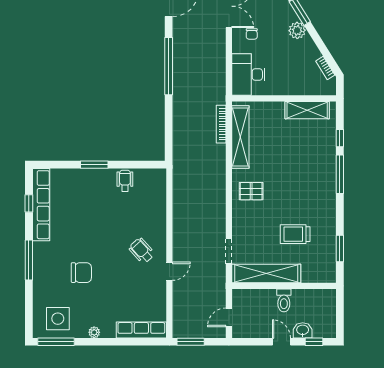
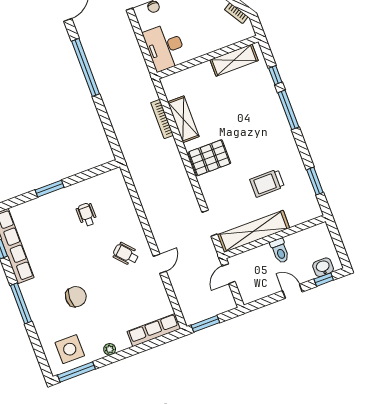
bookcase: (221, 124) -> (162, 119), moved
shelving: (240, 137) -> (183, 119), width x0.68
wheelchair: (125, 181) -> (87, 215), moved
pallet: (251, 191) -> (209, 158), width x1.50, depth x1.42
door: (229, 317) -> (229, 274), moved
washbasin: (303, 330) -> (323, 267), moved

